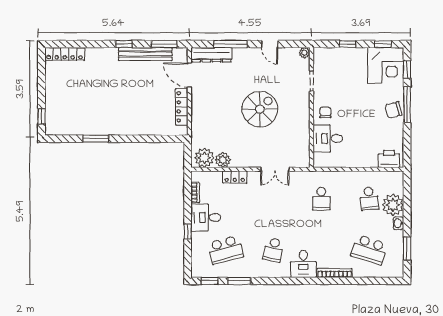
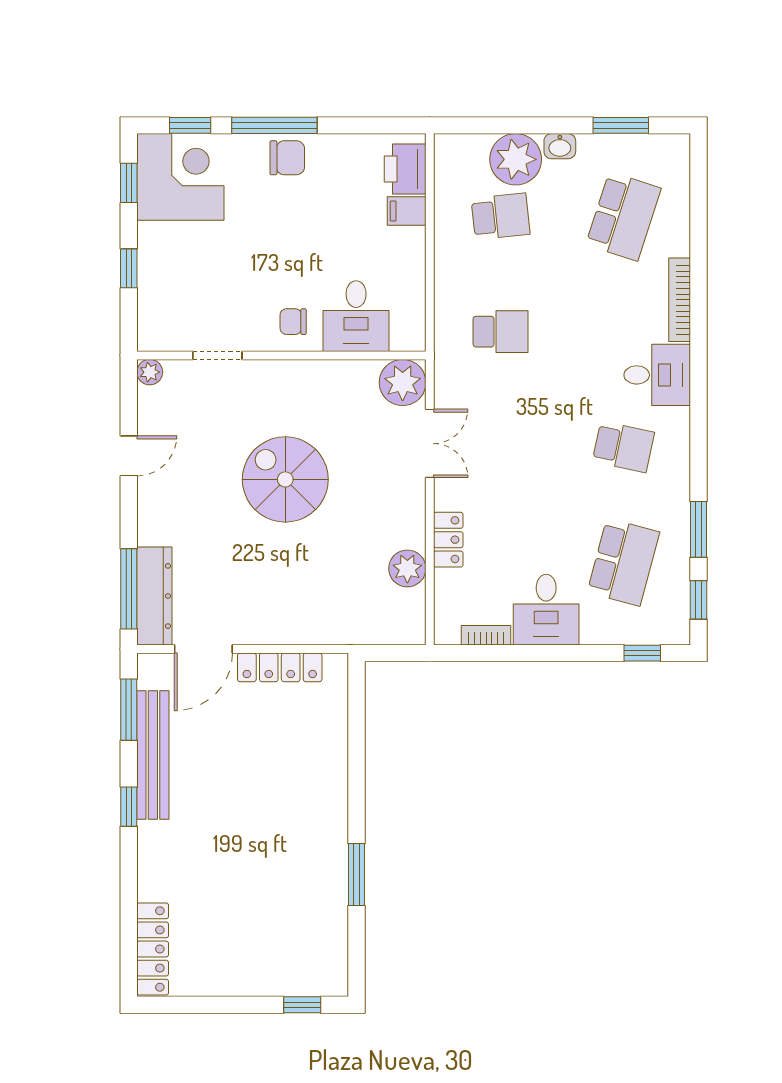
window: (230, 44) -> (129, 589), moved
chair: (394, 110) -> (287, 158), turned -75
plant: (204, 158) -> (403, 383), moved
filing cabinet: (371, 160) -> (407, 211), added
window: (188, 232) -> (642, 653), moved
school desk: (225, 250) -> (623, 562), turned 30

